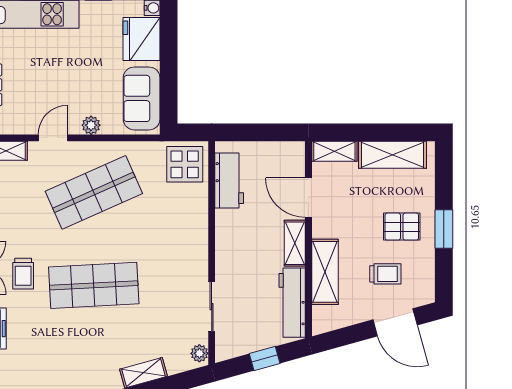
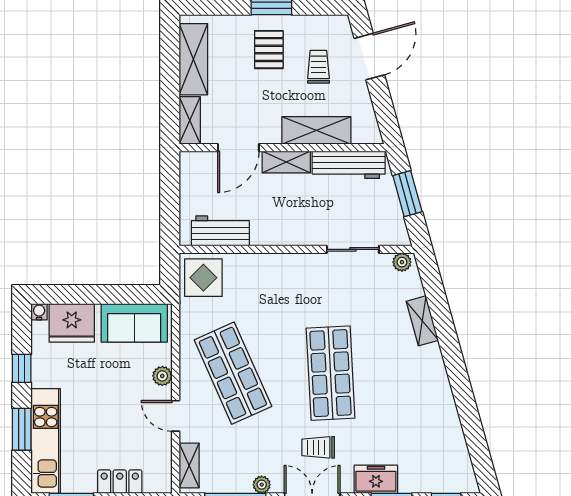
trolley: (23, 274) -> (318, 447), turned 180
window: (265, 359) -> (407, 194), width x1.50

